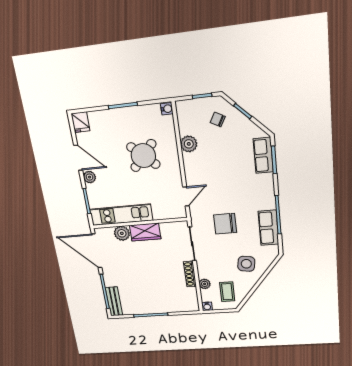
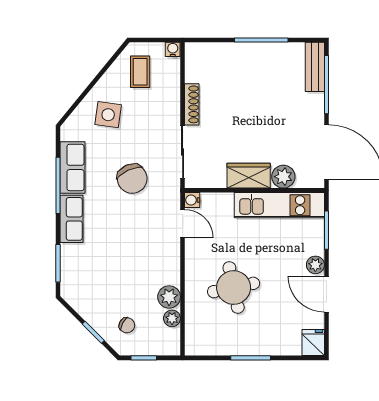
water cooler: (167, 109) -> (192, 200), moved
row of seats: (263, 155) -> (72, 219), moved
round table: (143, 156) -> (234, 287), turned 36
door: (186, 197) -> (183, 224), swing flipped
chair: (225, 224) -> (132, 179), turned 66
plant: (205, 284) -> (172, 318), moved

